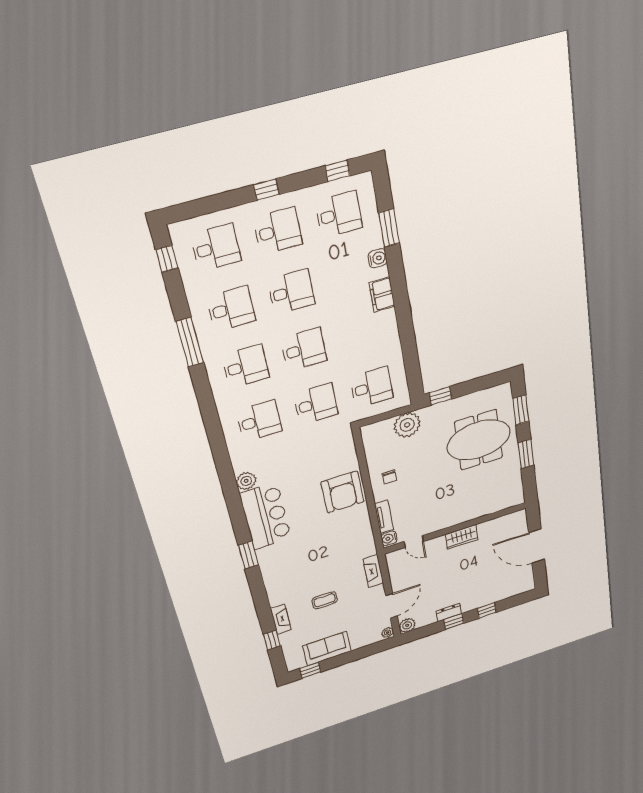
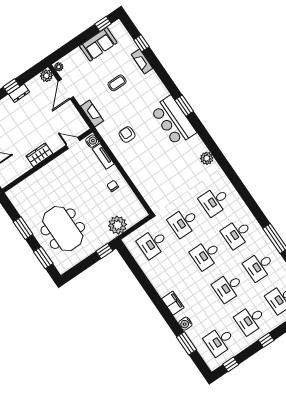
meeting table: (479, 440) -> (63, 229), turned 90
armchair: (342, 492) -> (127, 134), moved, width x0.53, depth x0.53
bar counter: (266, 516) -> (173, 121), moved

